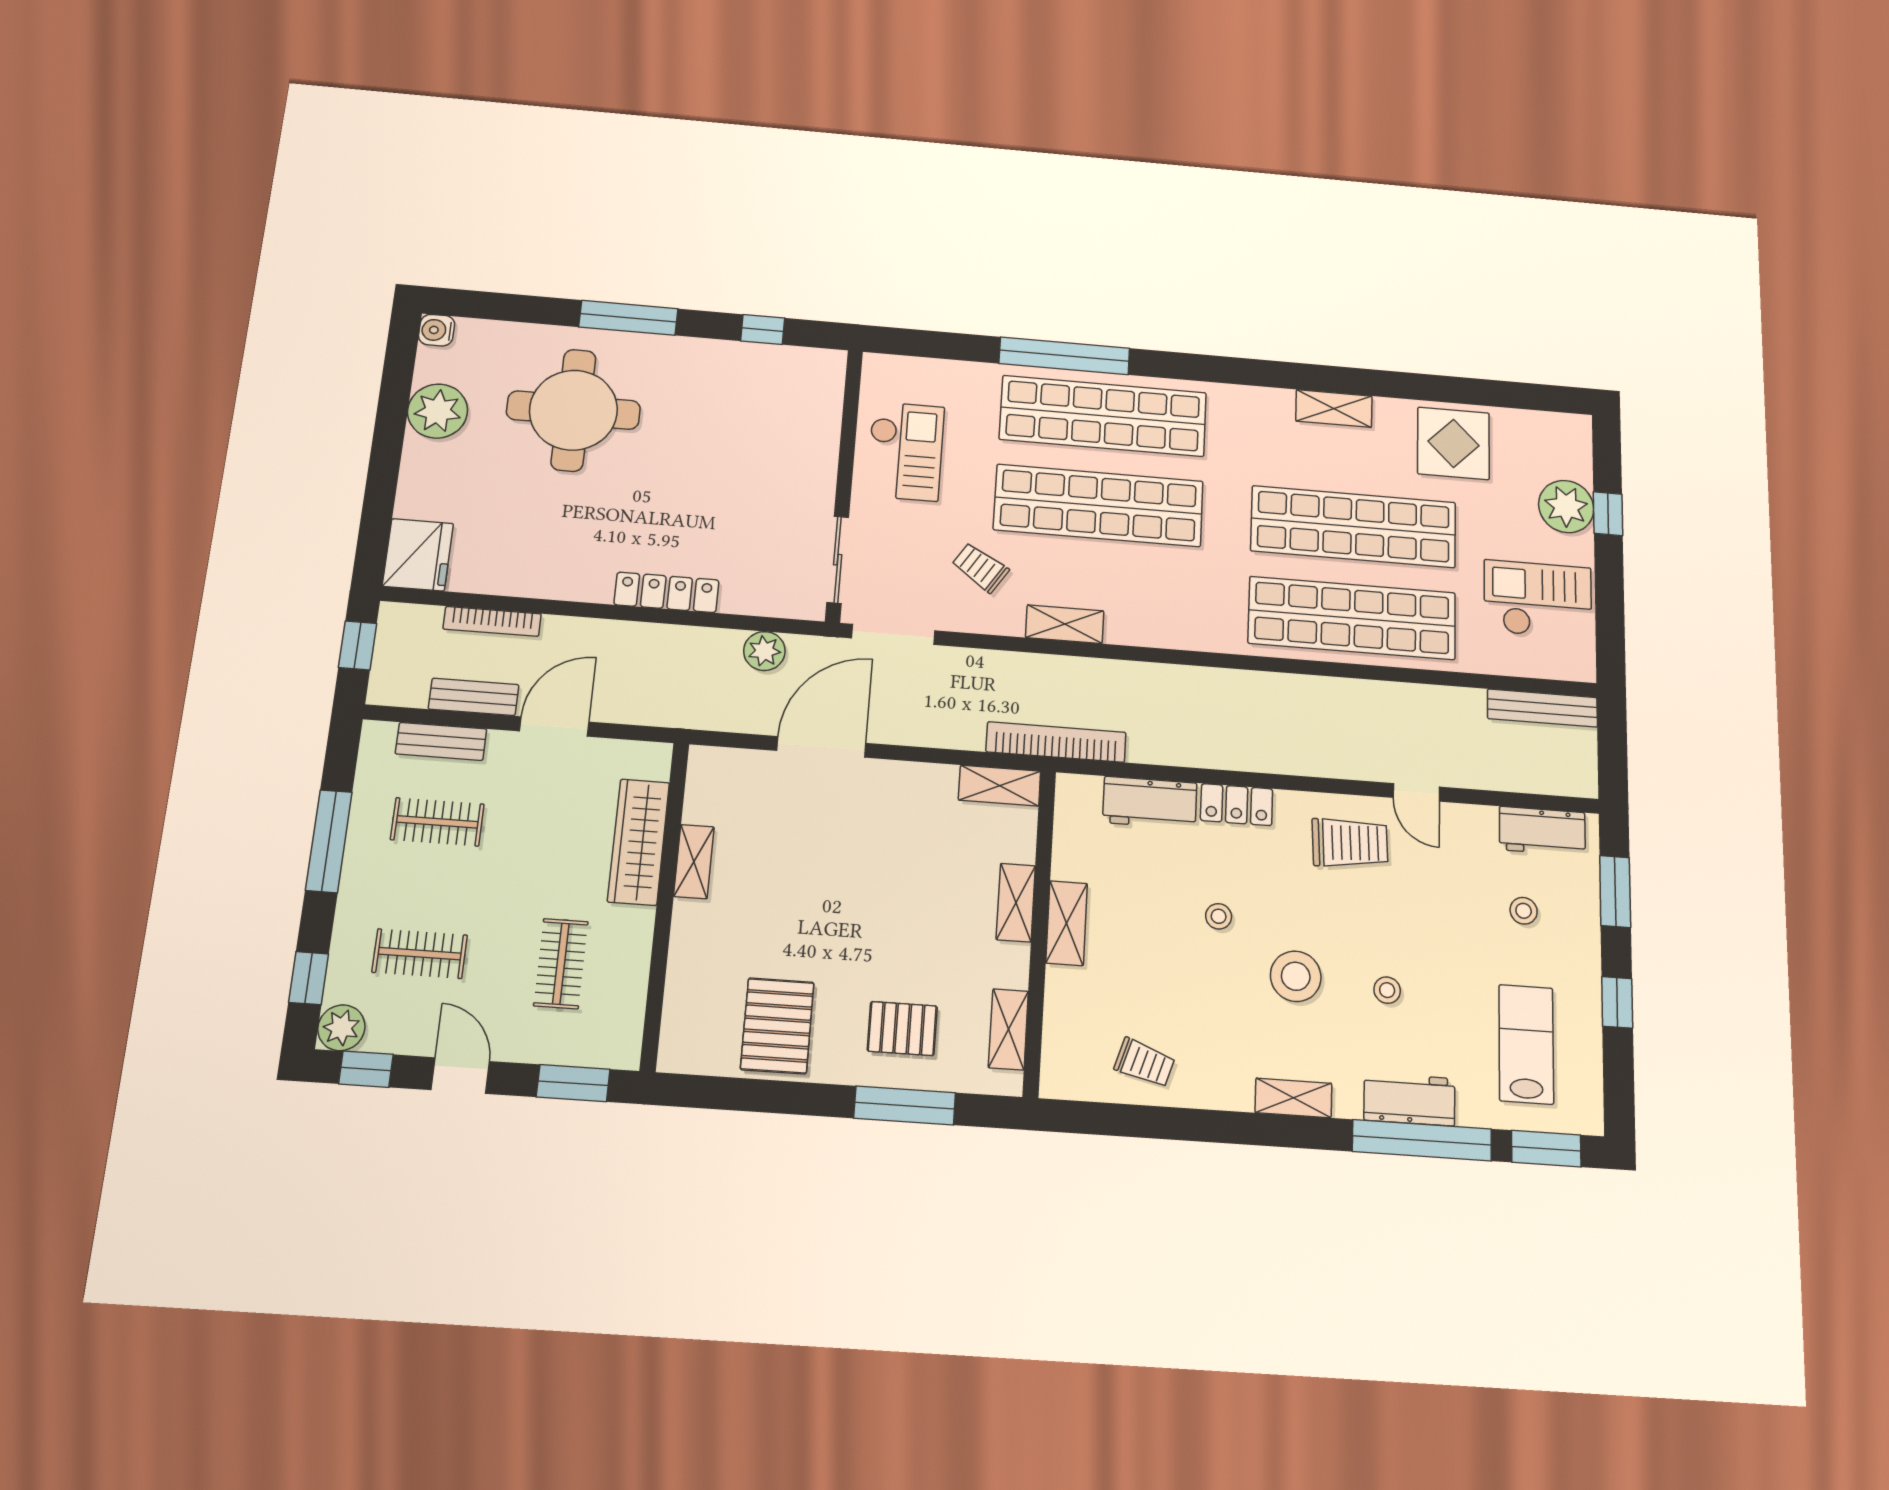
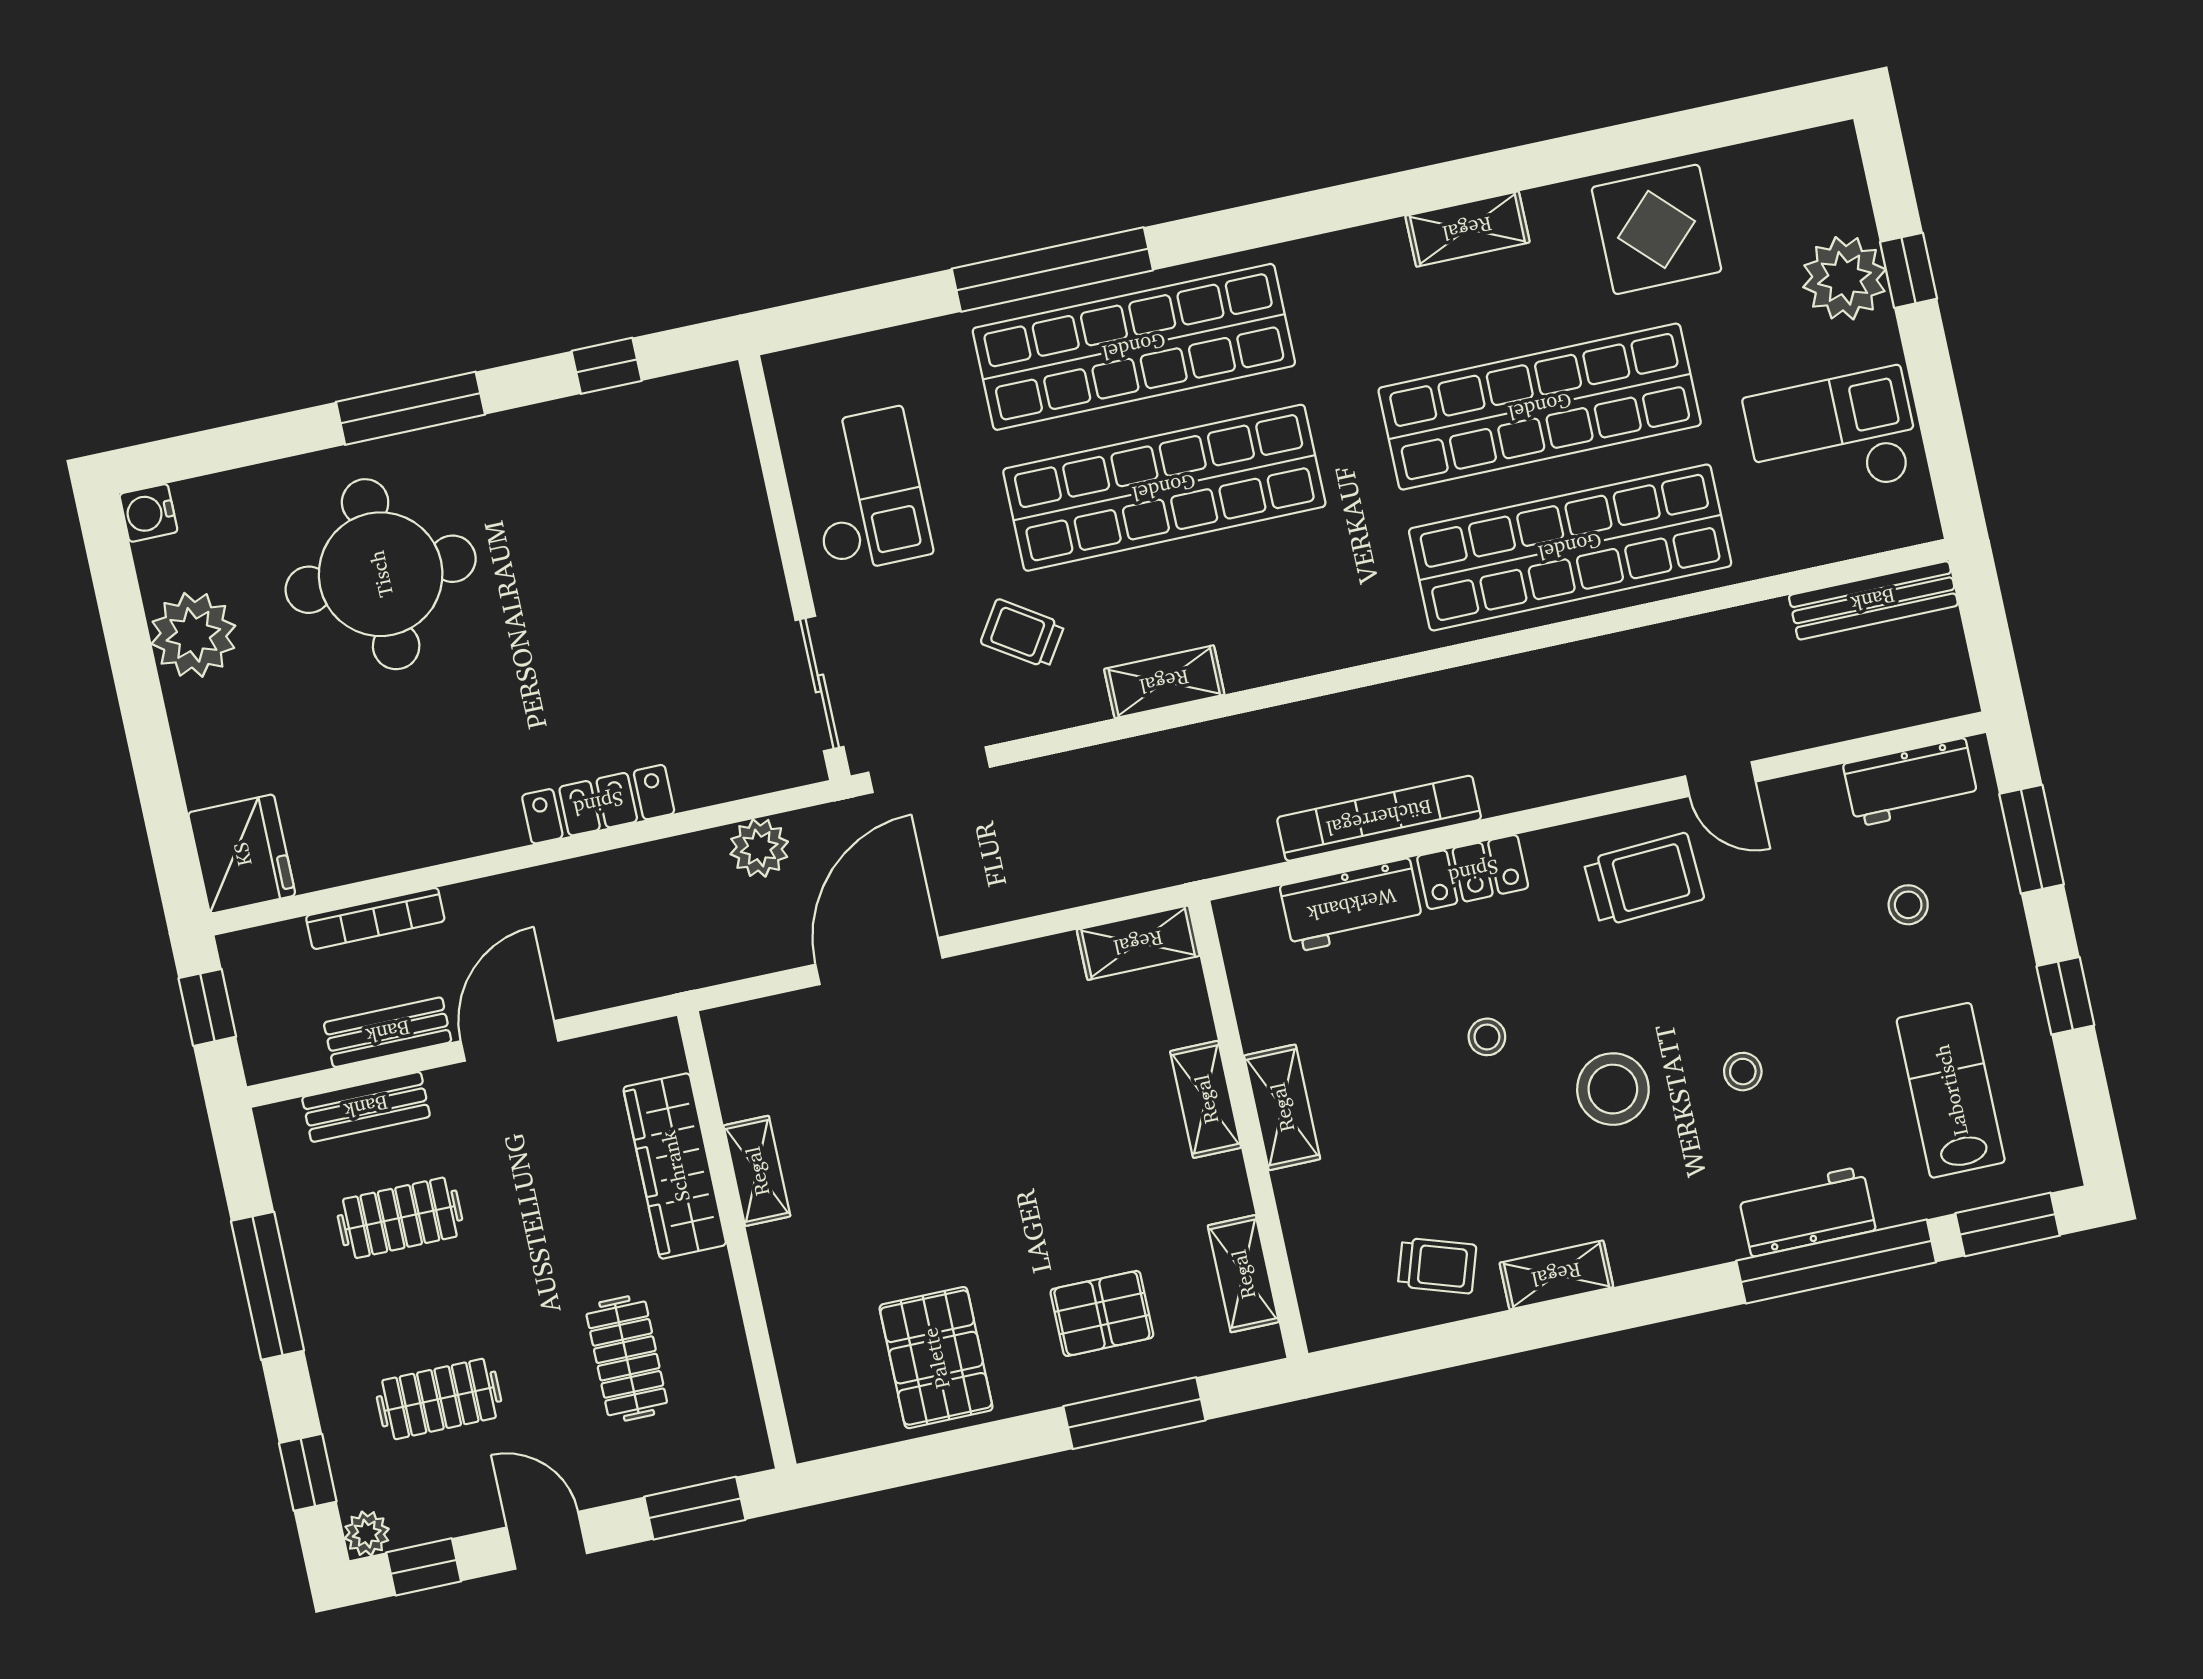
bookcase: (1056, 742) -> (1379, 818), moved
plant: (341, 1028) -> (367, 1534), width x0.73, depth x0.73
shelving: (1293, 1098) -> (1556, 1275), moved

